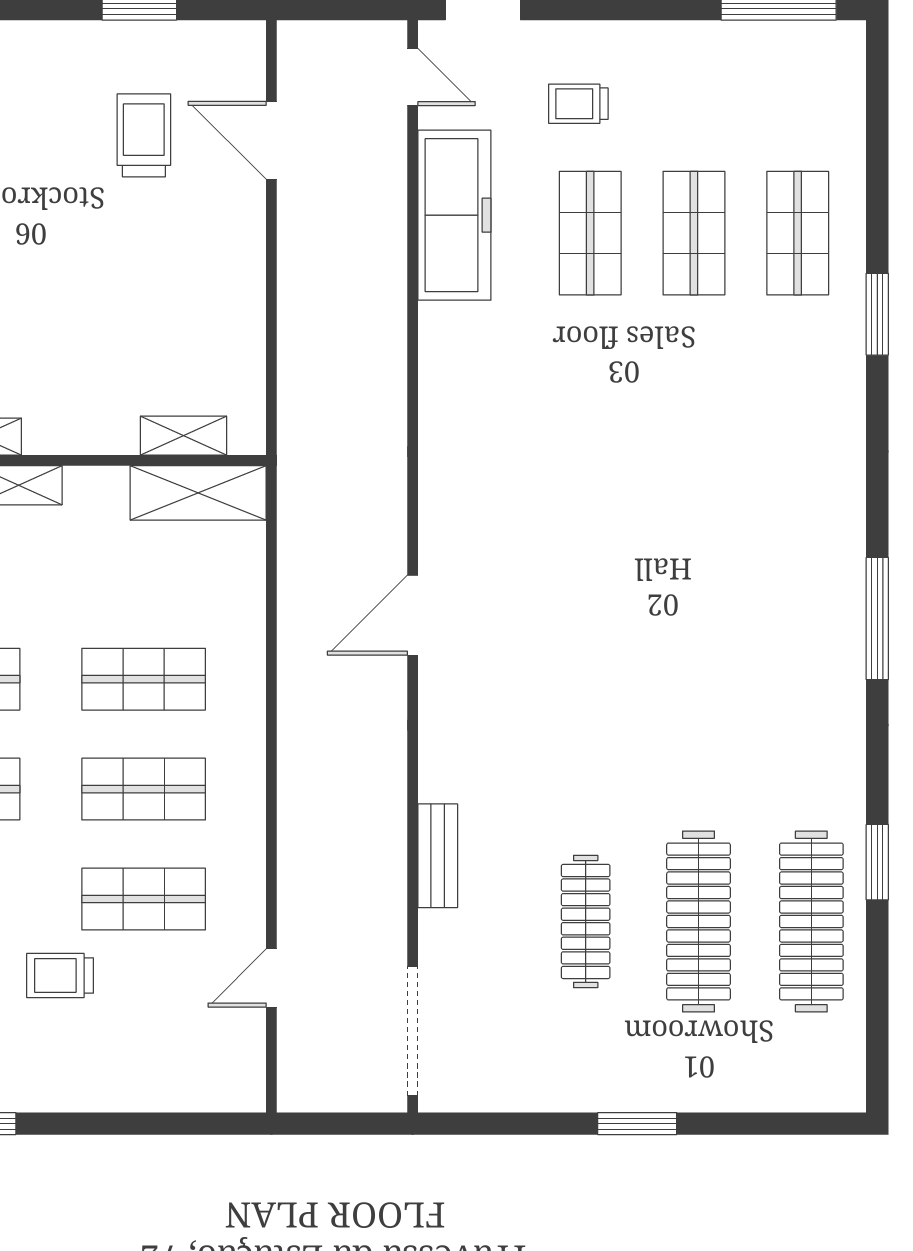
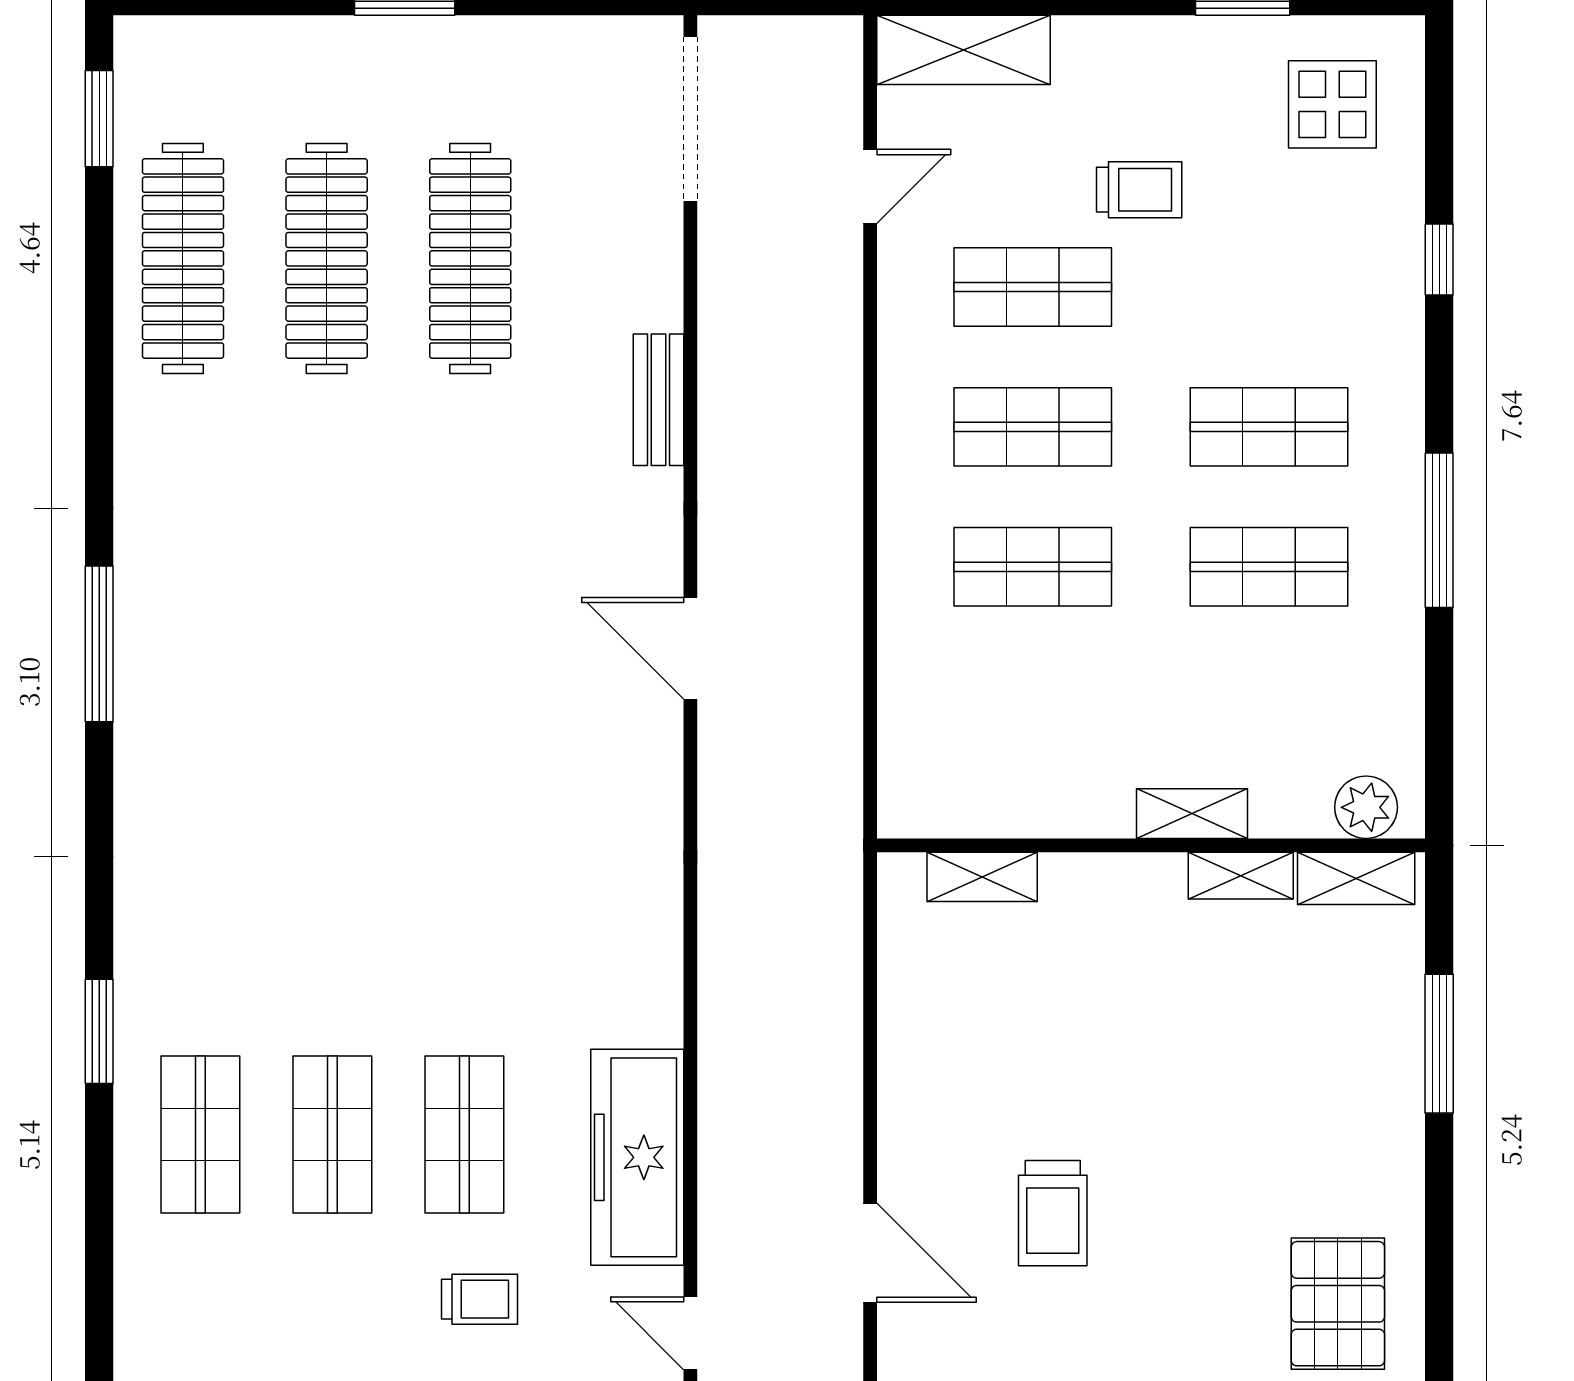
trolley: (144, 135) -> (1053, 1213), moved
shelving: (198, 493) -> (963, 50), moved
door: (413, 615) -> (690, 648), swing flipped
bench: (438, 856) -> (659, 400), moved
window: (877, 862) -> (99, 119), moved
clothes rail: (586, 921) -> (470, 258), width x1.37, depth x1.31

